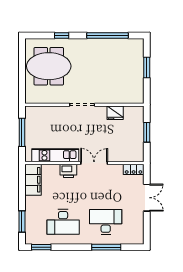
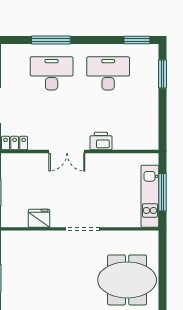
kitchen unit: (55, 155) -> (150, 196), moved, turned 90
filing cabinet: (33, 180) -> (148, 129), removed
desk: (106, 222) -> (52, 73), turned 180

